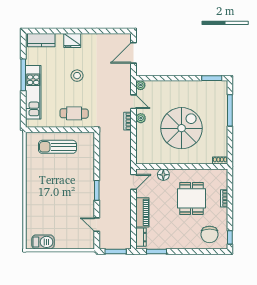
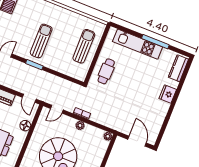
stool: (77, 76) -> (137, 86), removed
door: (133, 102) -> (57, 109), moved
sun lounger: (69, 193) -> (41, 41), added

